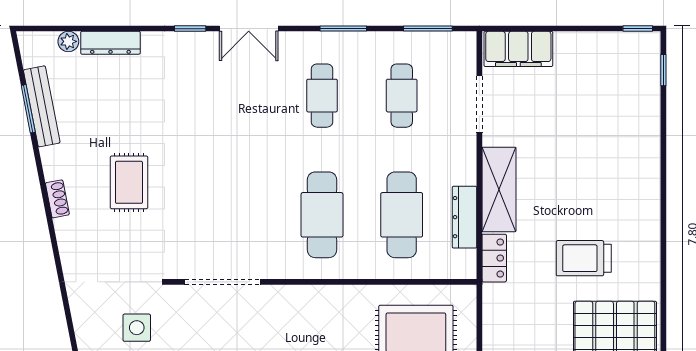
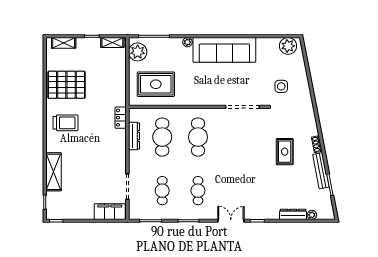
bench: (42, 106) -> (321, 171), moved
shelving: (499, 189) -> (54, 172), moved
trolley: (584, 258) -> (65, 123), moved

